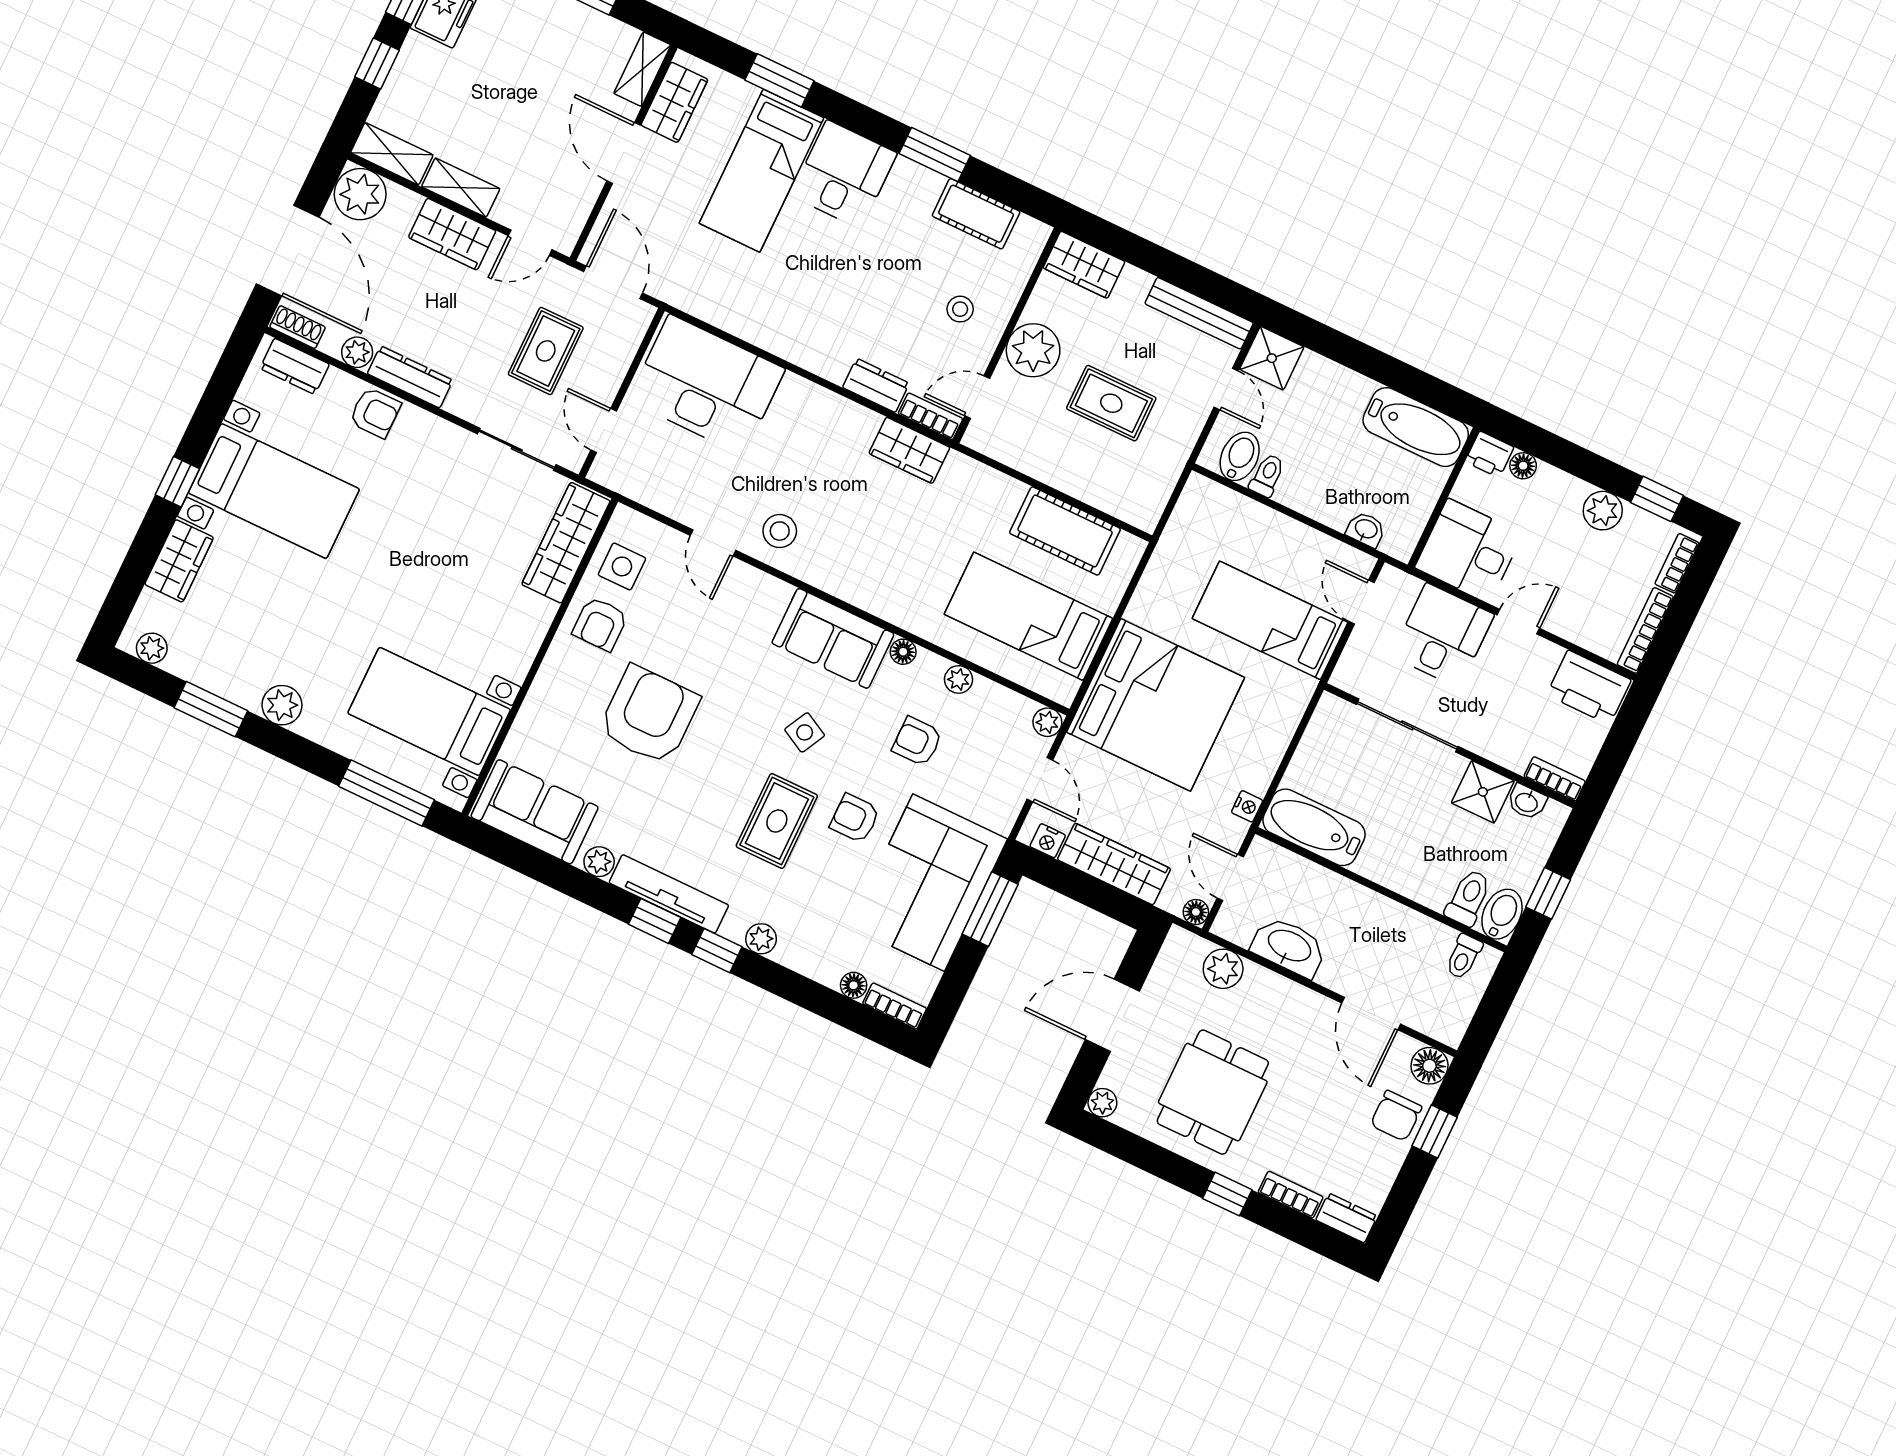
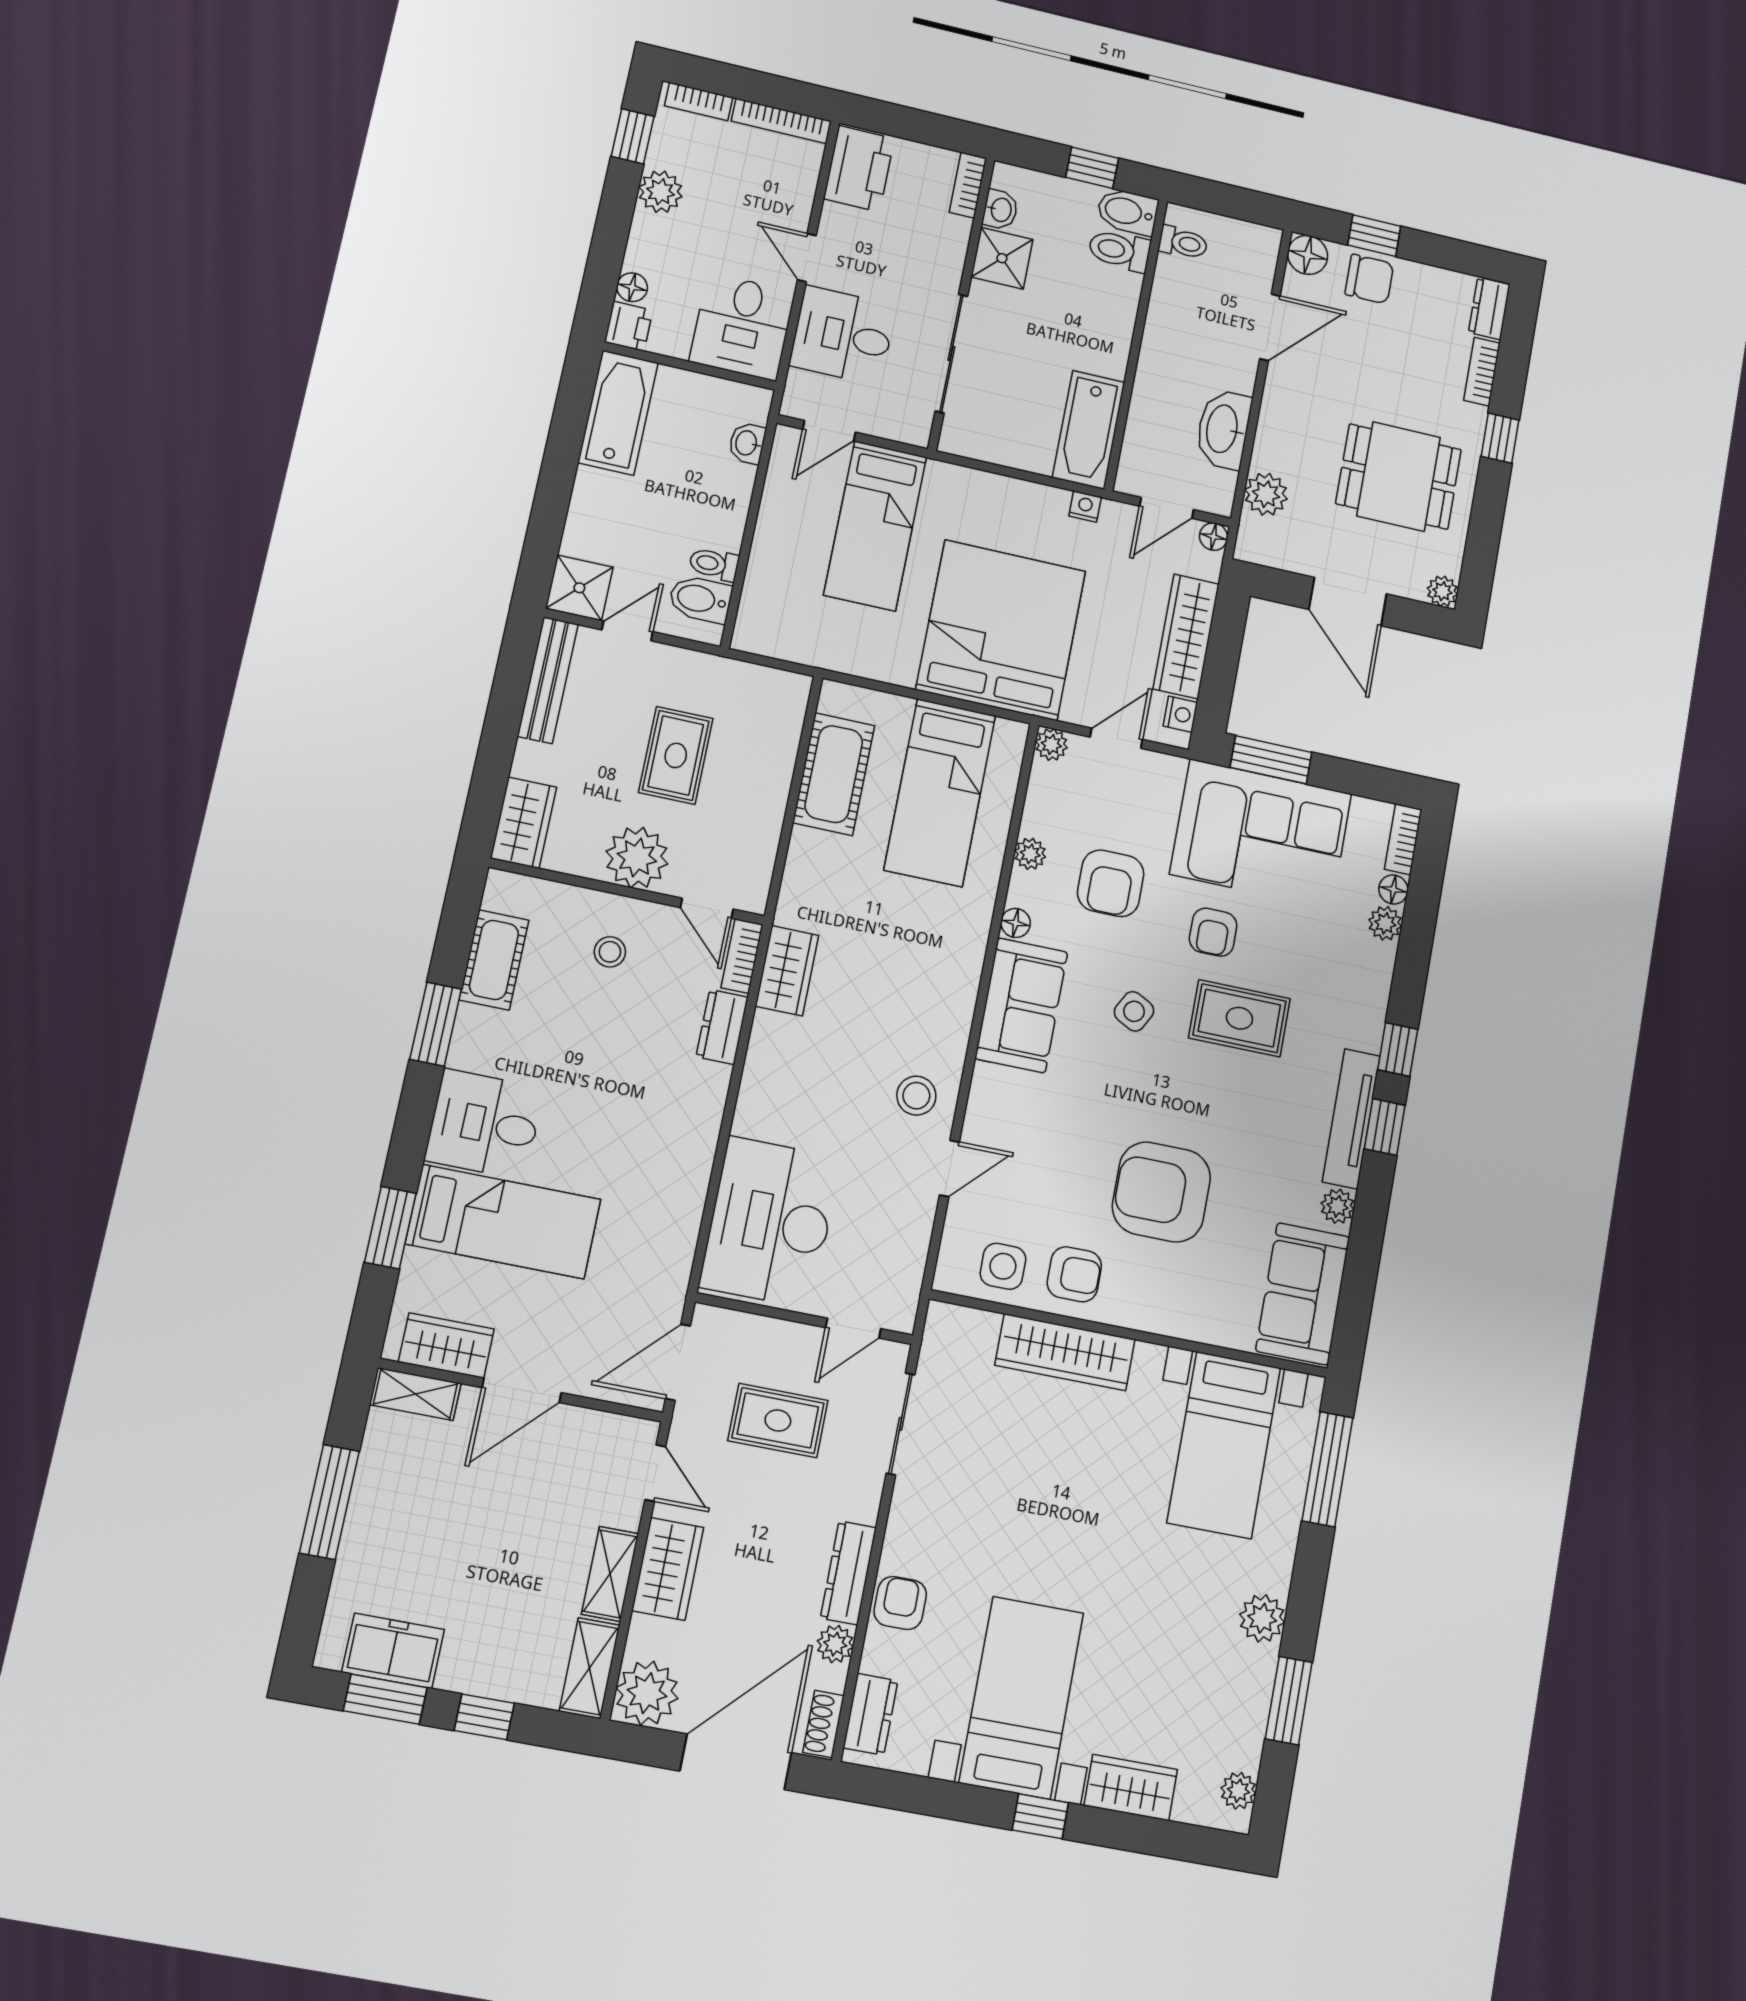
wardrobe: (566, 543) -> (1065, 1352), moved
armchair: (917, 741) -> (1111, 883), width x1.38, depth x1.38
plant: (761, 939) -> (1385, 923), moved

